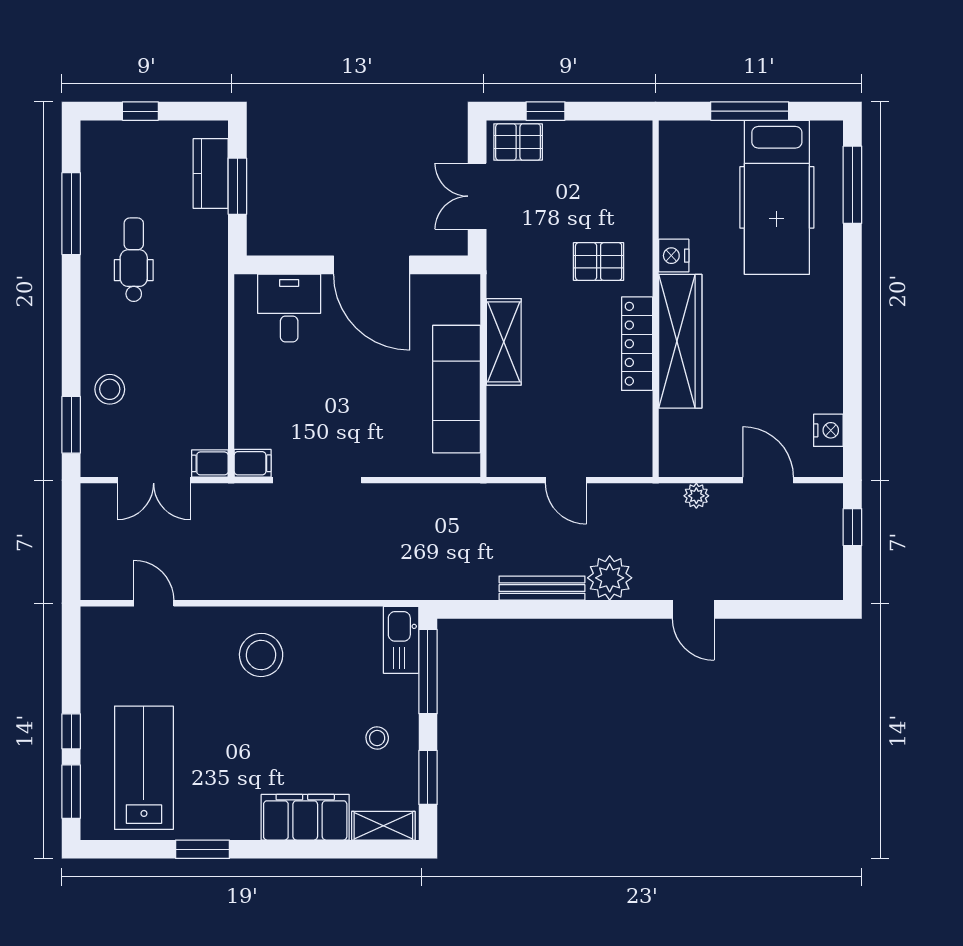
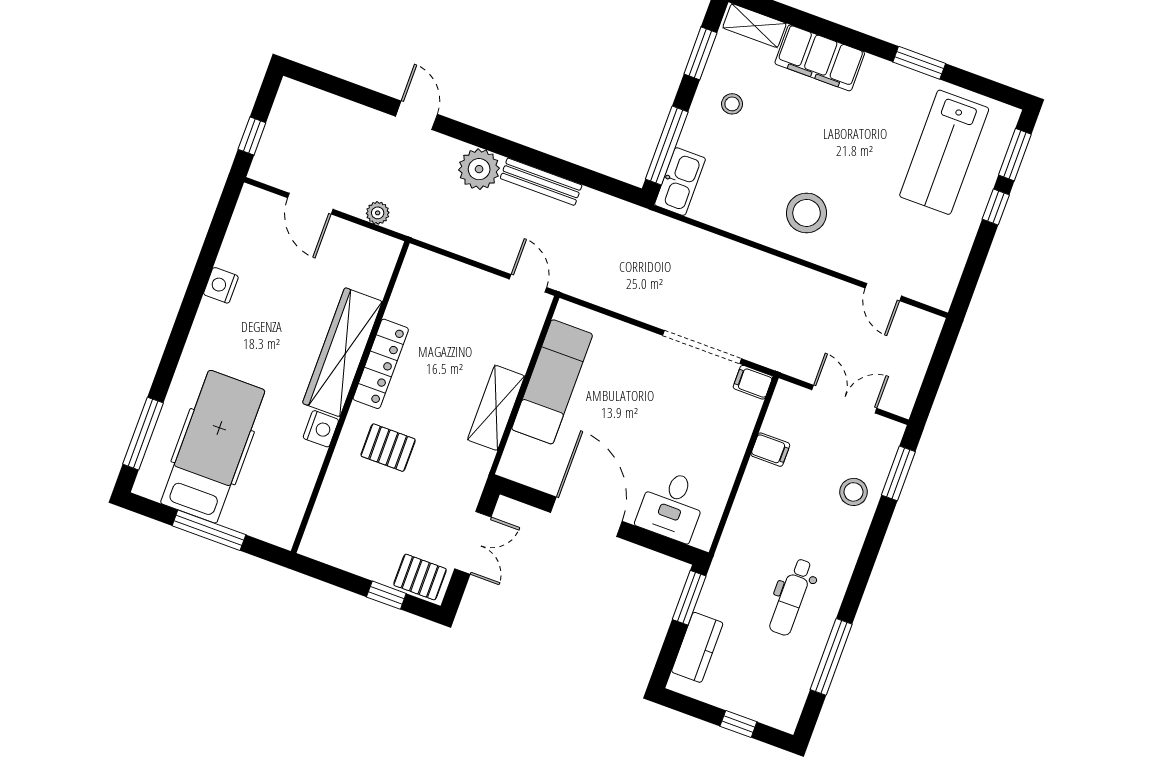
window: (237, 186) -> (689, 598), moved
nightstand: (828, 430) -> (221, 285), moved
filing cabinet: (210, 463) -> (770, 450), moved
door: (566, 480) -> (528, 283), moved

